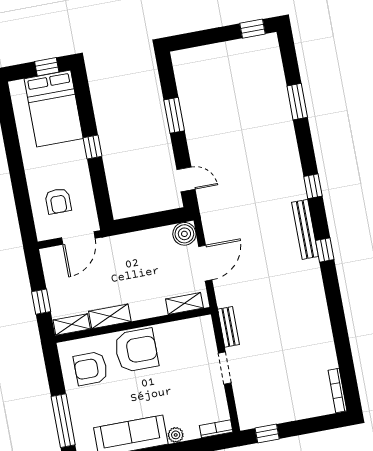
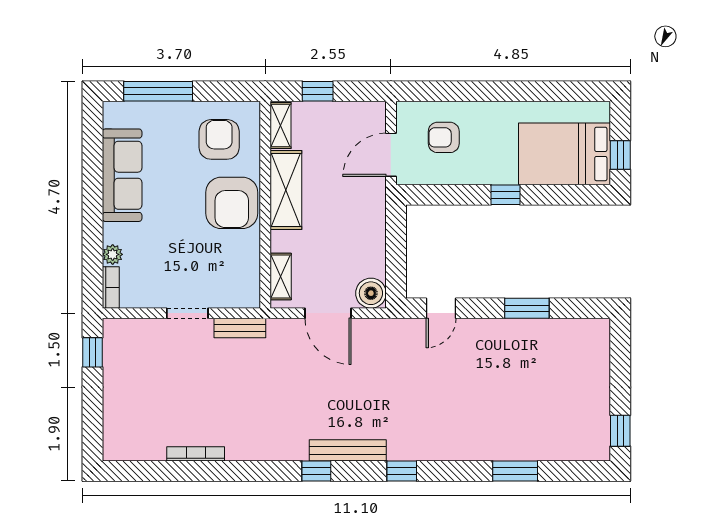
door: (78, 238) -> (391, 155), hinge flipped
shelving: (110, 316) -> (286, 190), width x1.50, depth x1.33
bookcase: (337, 391) -> (196, 454), moved
plant: (176, 435) -> (113, 254), moved

